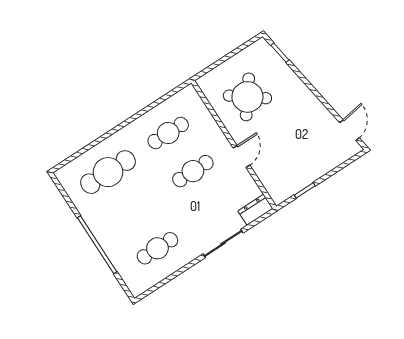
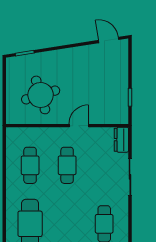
round table: (247, 97) -> (41, 95), turned 36
door: (241, 157) -> (79, 126), hinge flipped

